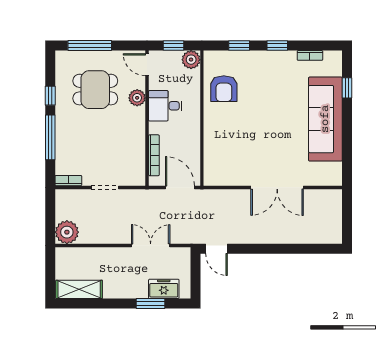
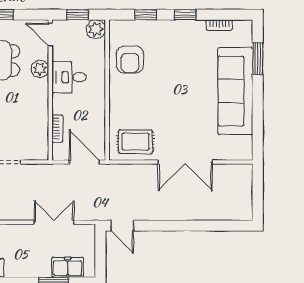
window: (347, 88) -> (258, 59), width x1.50
bookcase: (154, 155) -> (57, 129), width x0.64
rug: (229, 168) -> (135, 142), added

